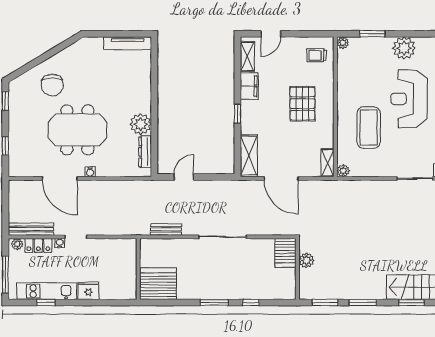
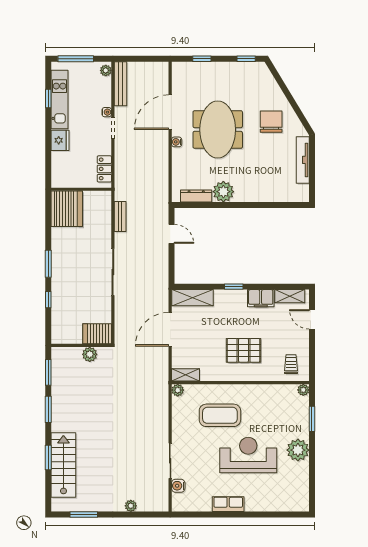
tv unit: (128, 43) -> (303, 160), moved
chair: (52, 85) -> (271, 122), moved, turned 90
locker: (38, 245) -> (104, 169), moved

